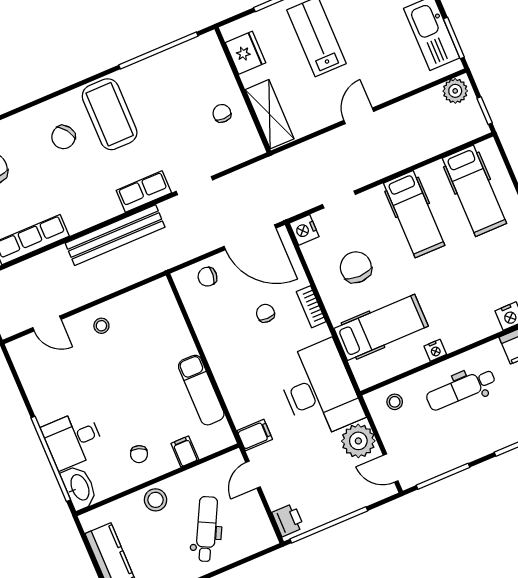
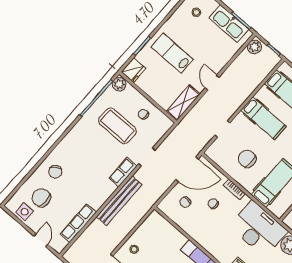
plant: (206, 46) -> (119, 84), added
fridge: (245, 53) -> (133, 70), moved, turned 90
coffee table: (110, 114) -> (117, 126), moved
shelving: (270, 114) -> (183, 103), moved, turned 90
chair: (63, 137) -> (55, 172), moved
nightstand: (304, 230) -> (212, 153), removed
chair: (207, 277) -> (185, 202), moved

